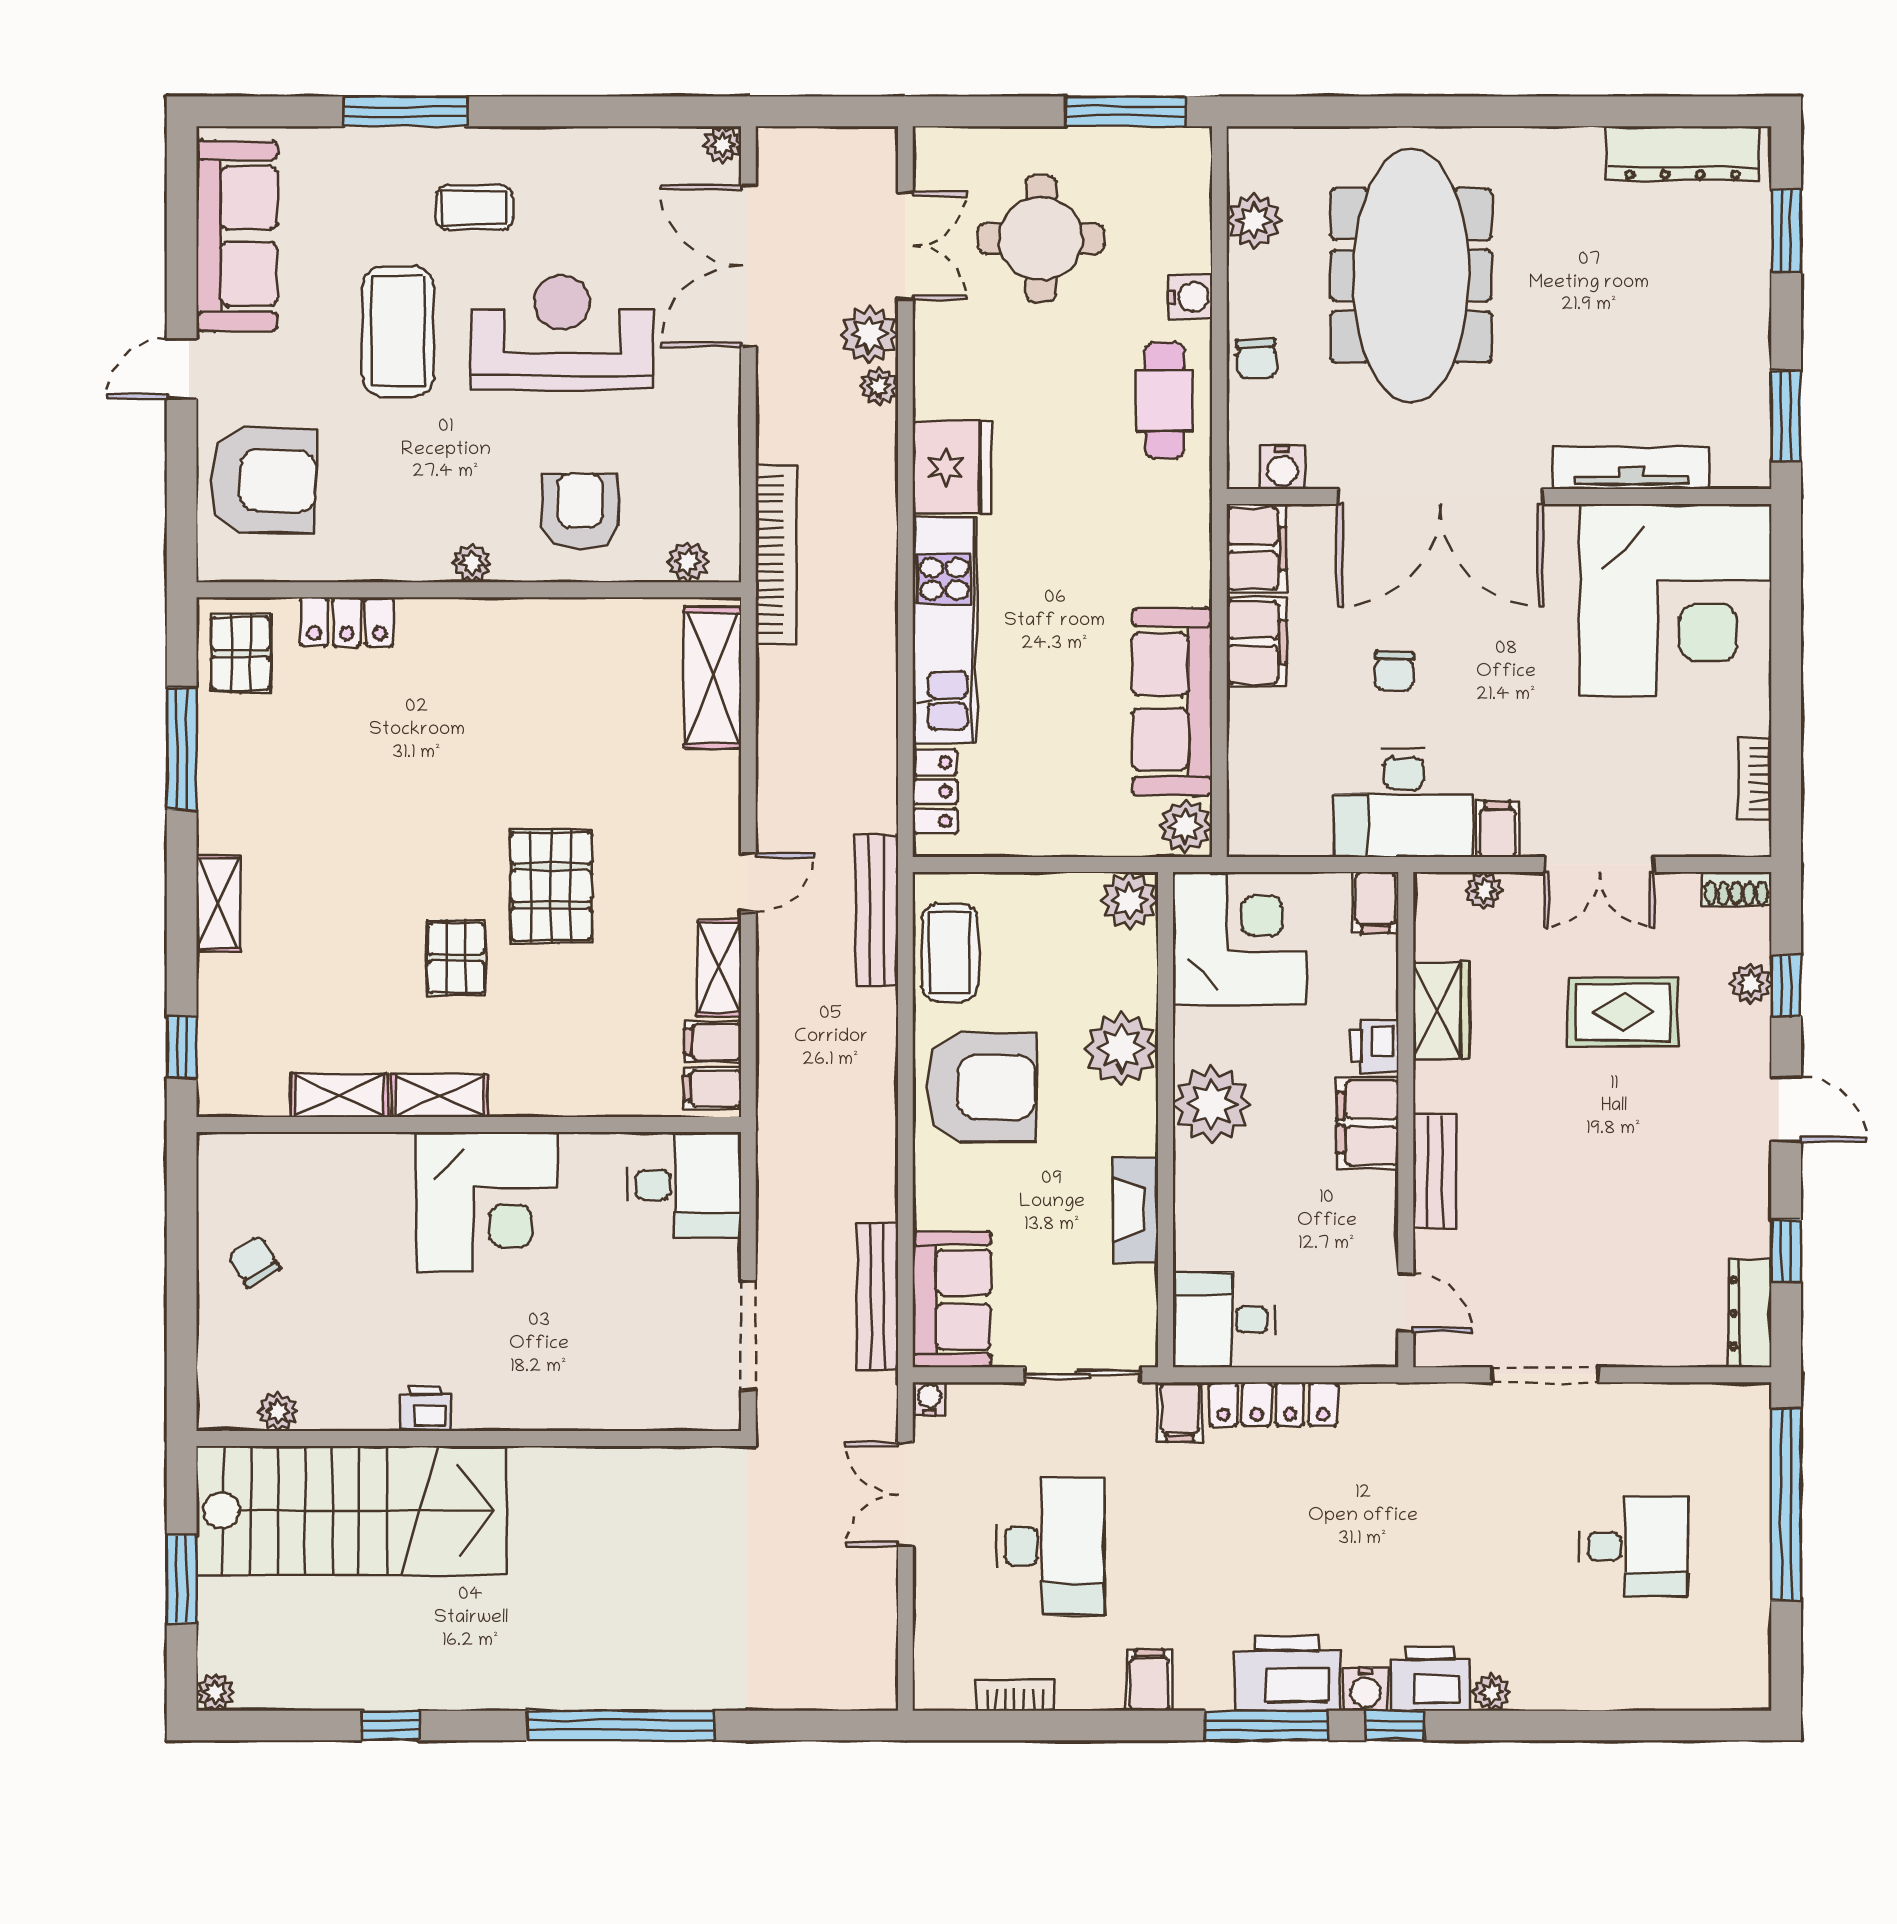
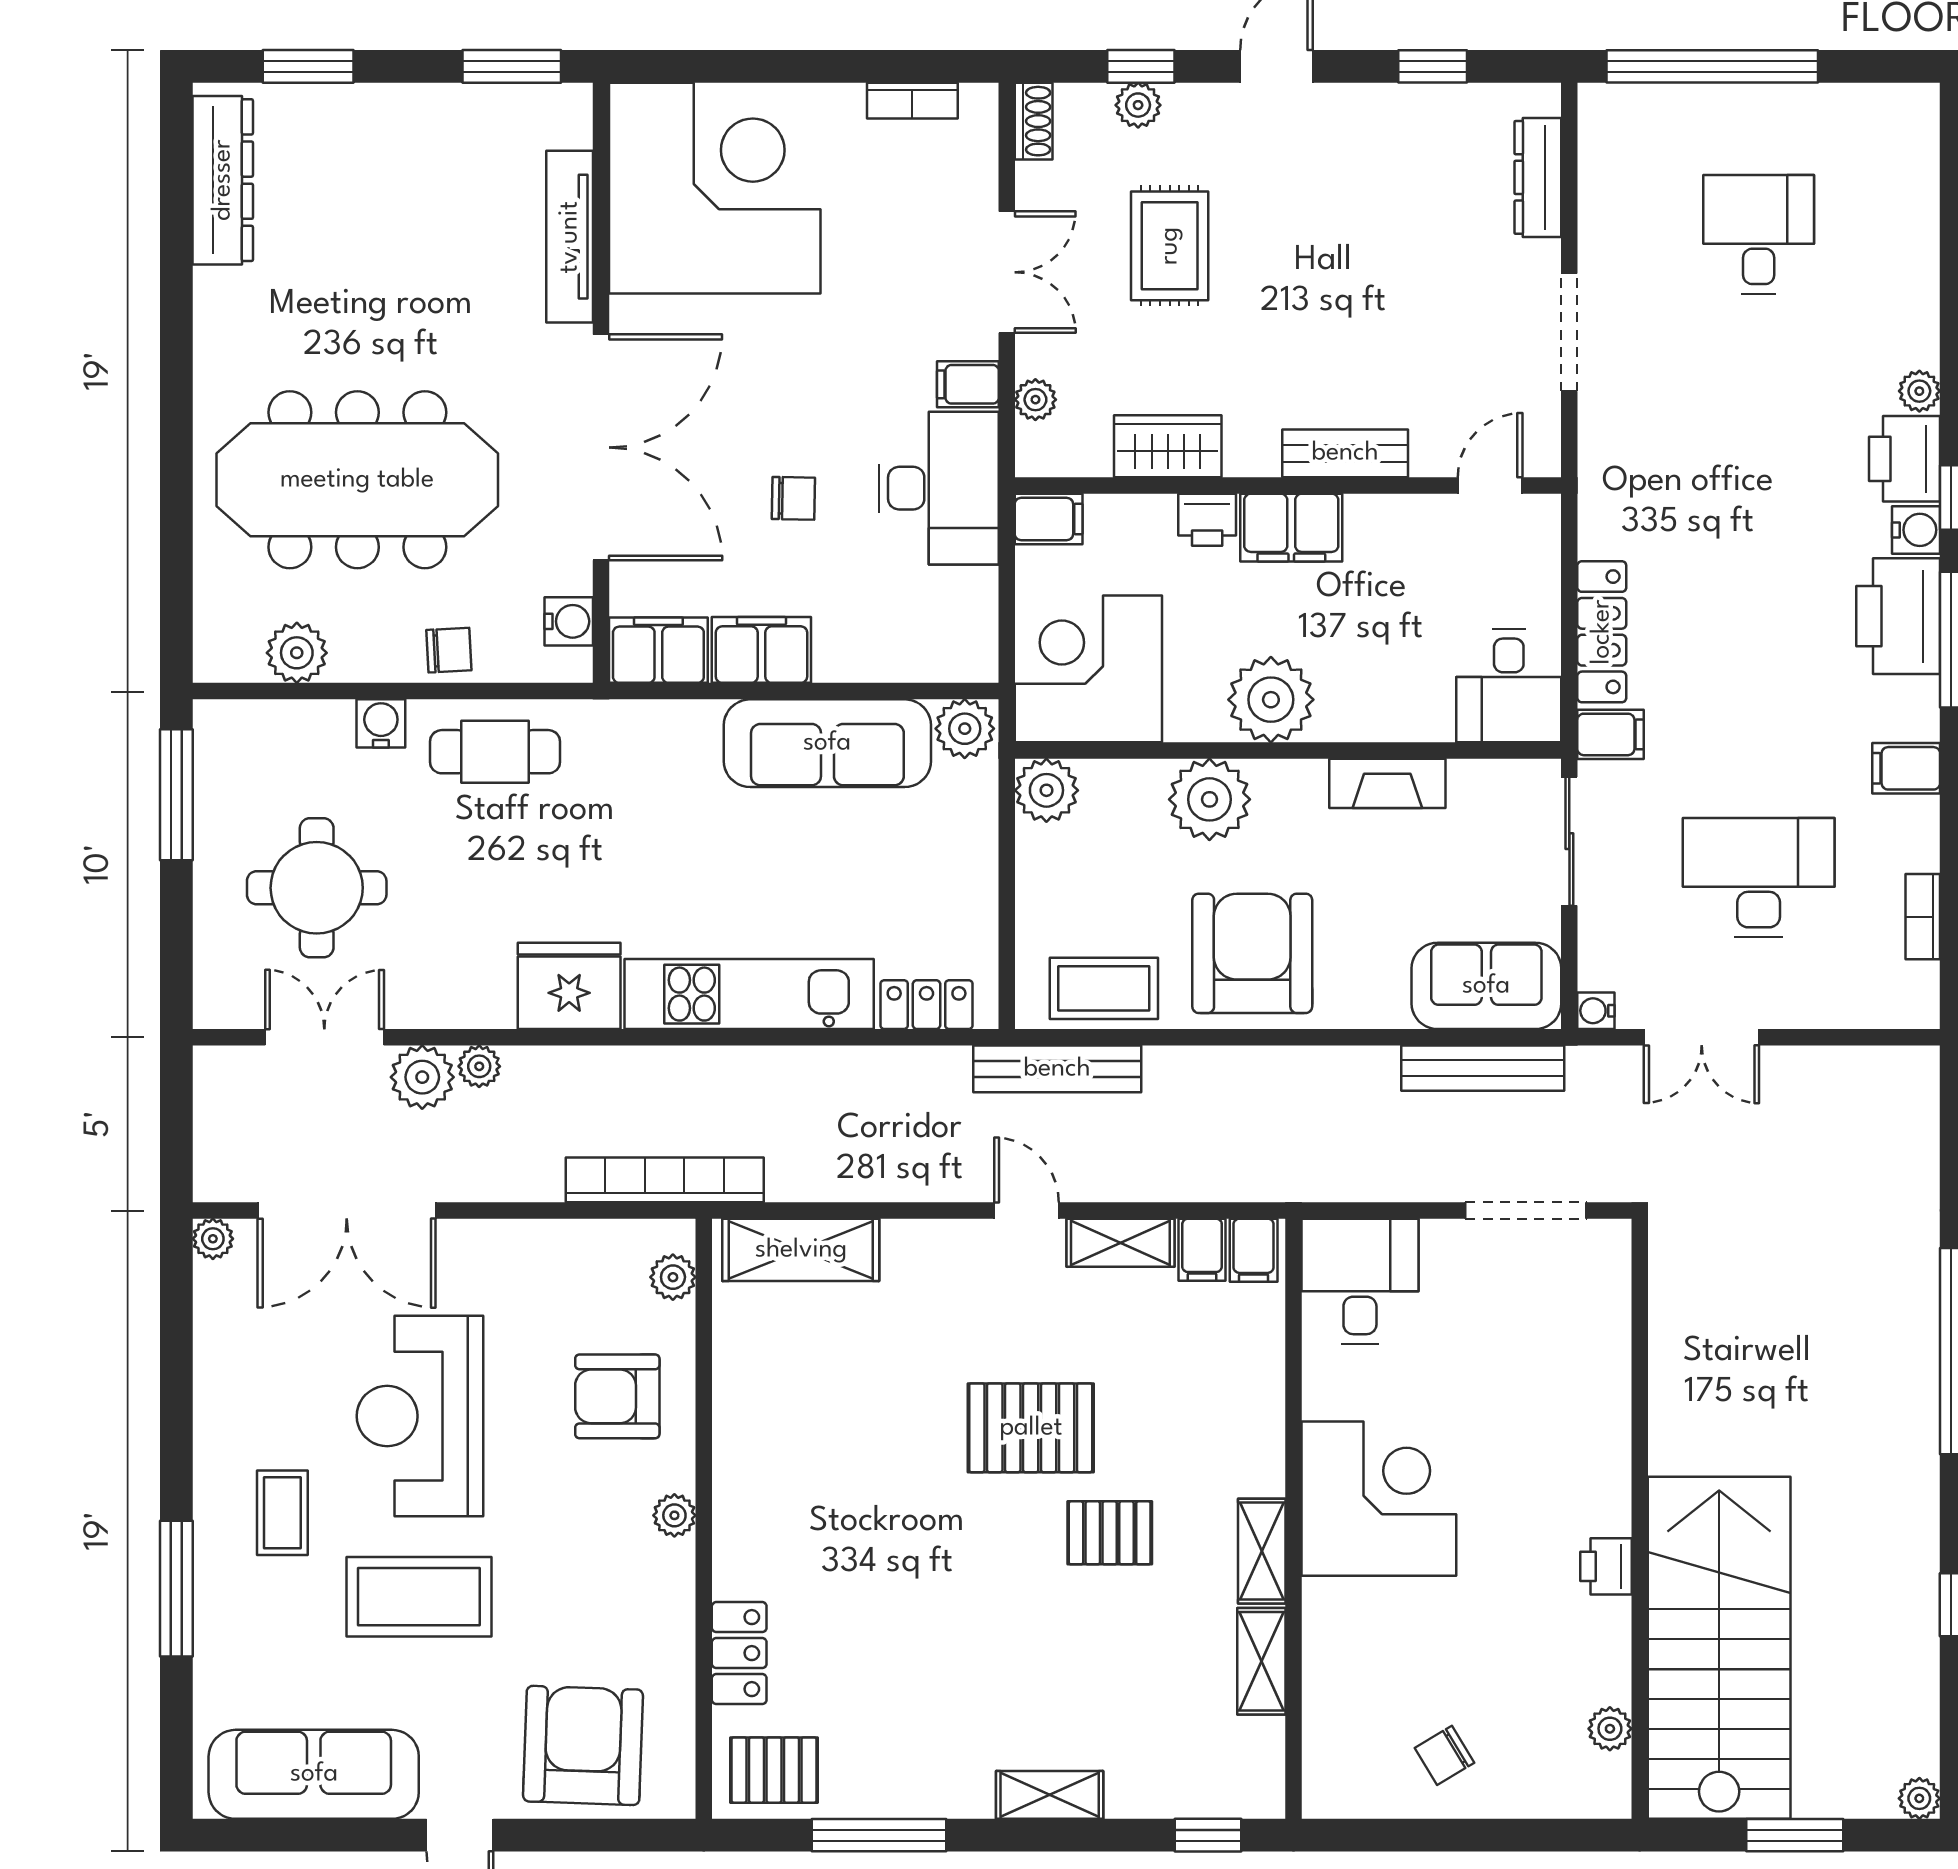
dresser: (1750, 1313) -> (1538, 177), moved, turned 90

